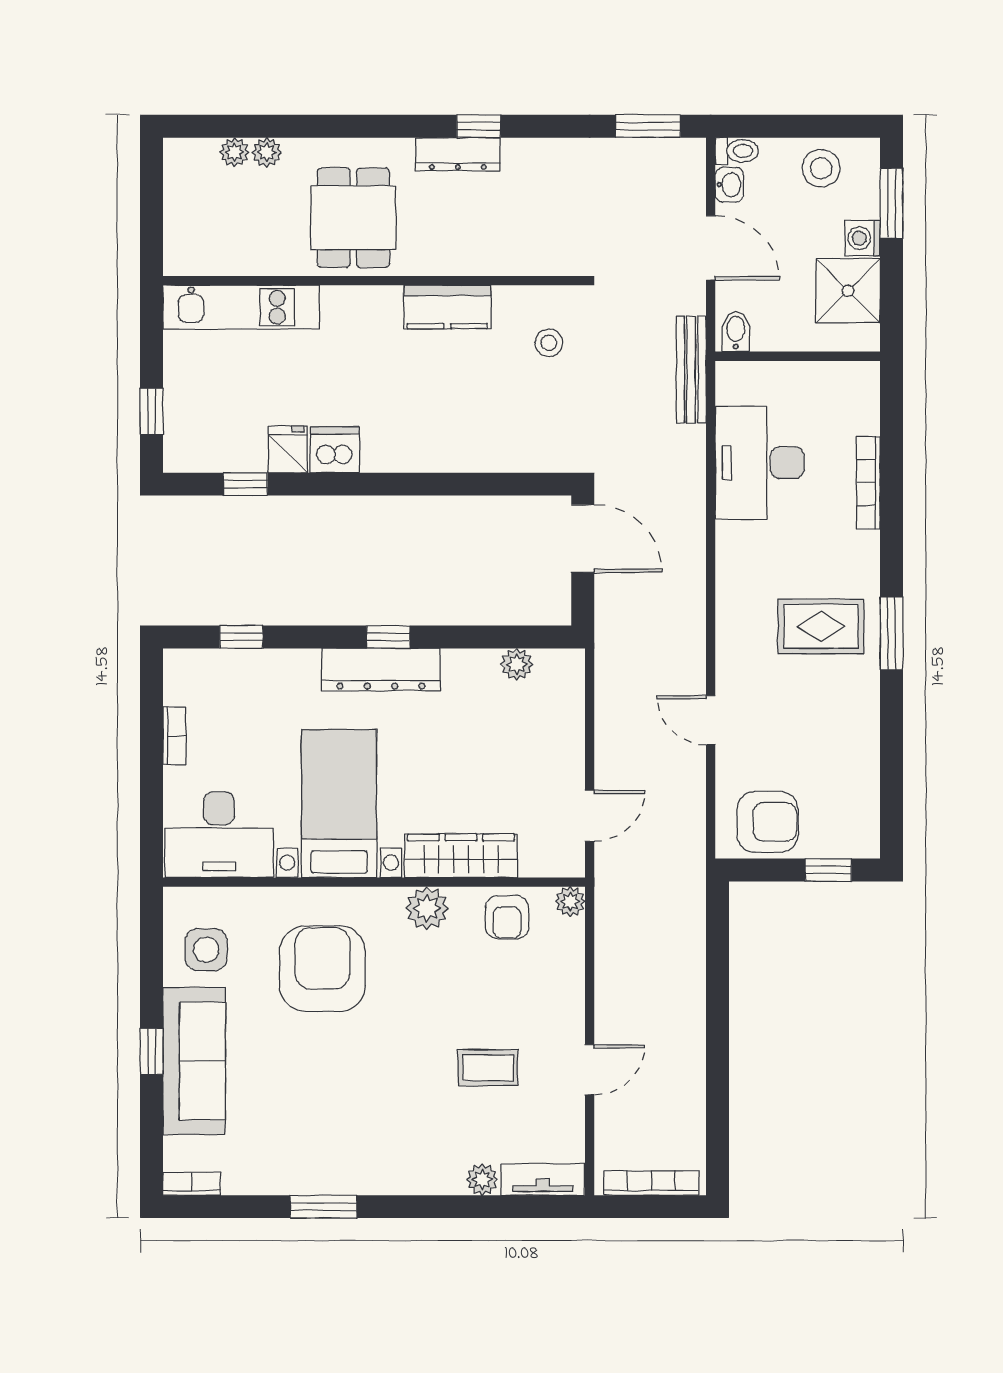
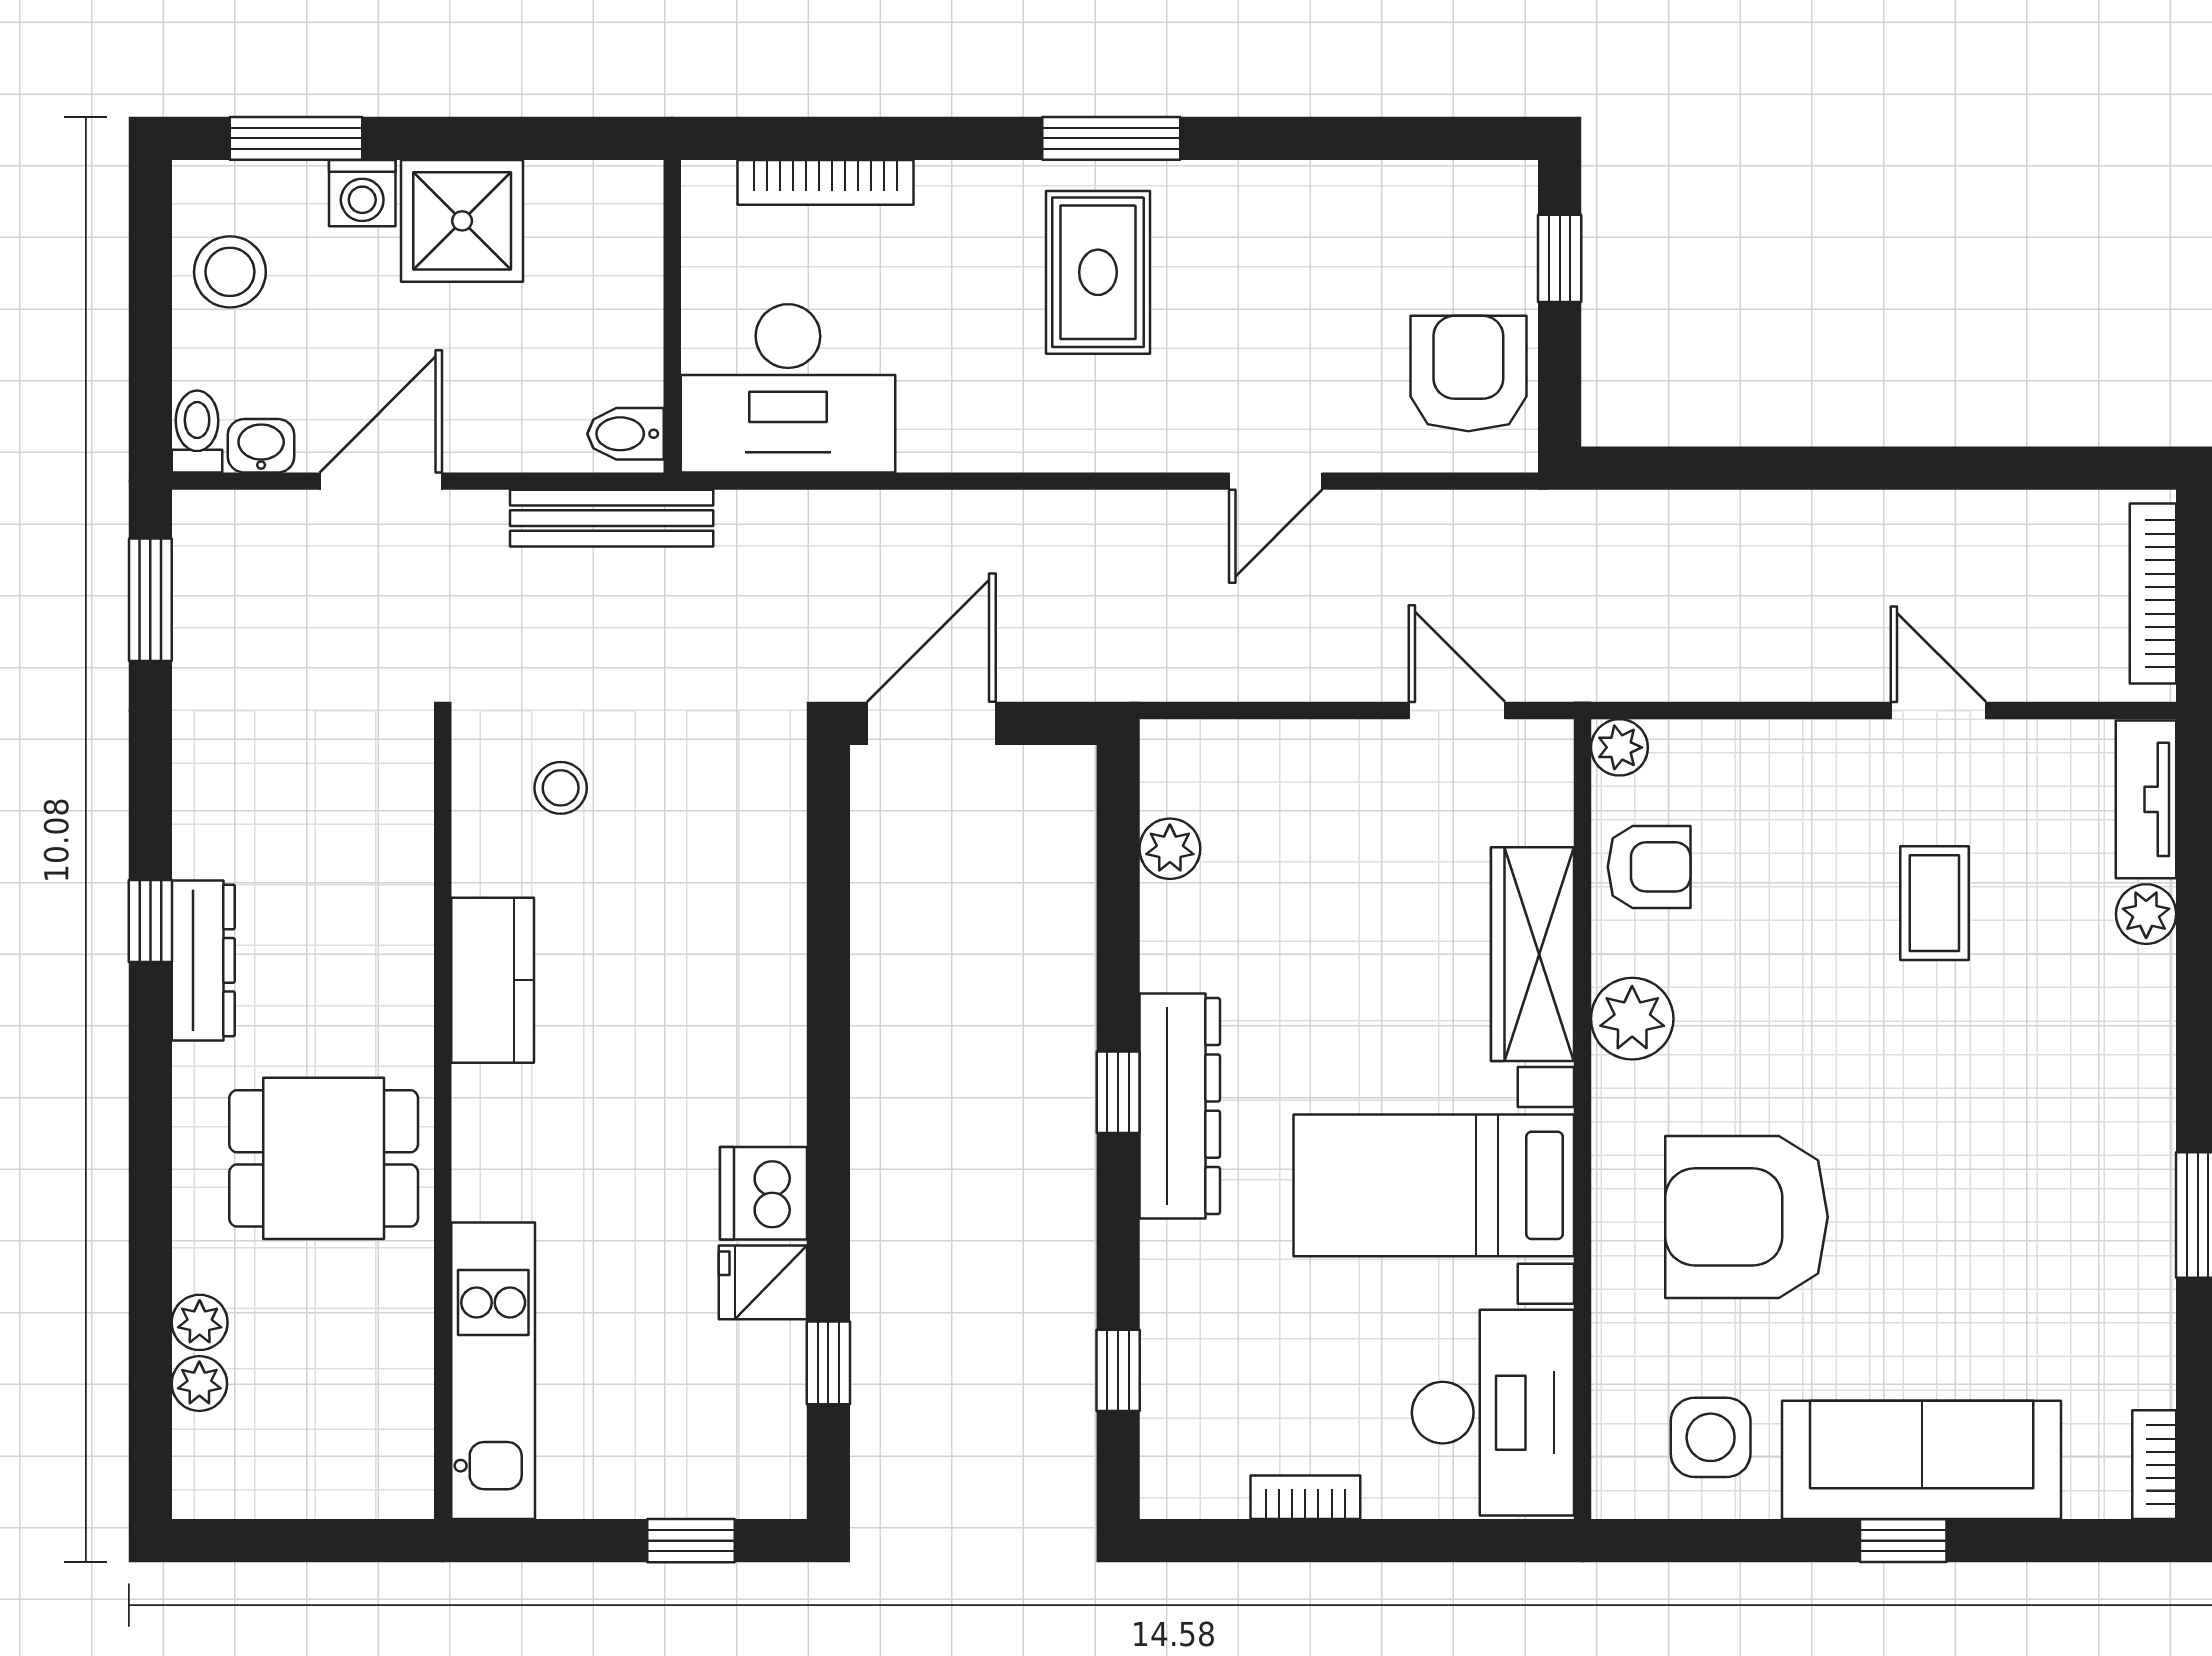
bidet: (736, 332) -> (626, 434), moved
wall: (798, 356) -> (672, 316), moved

